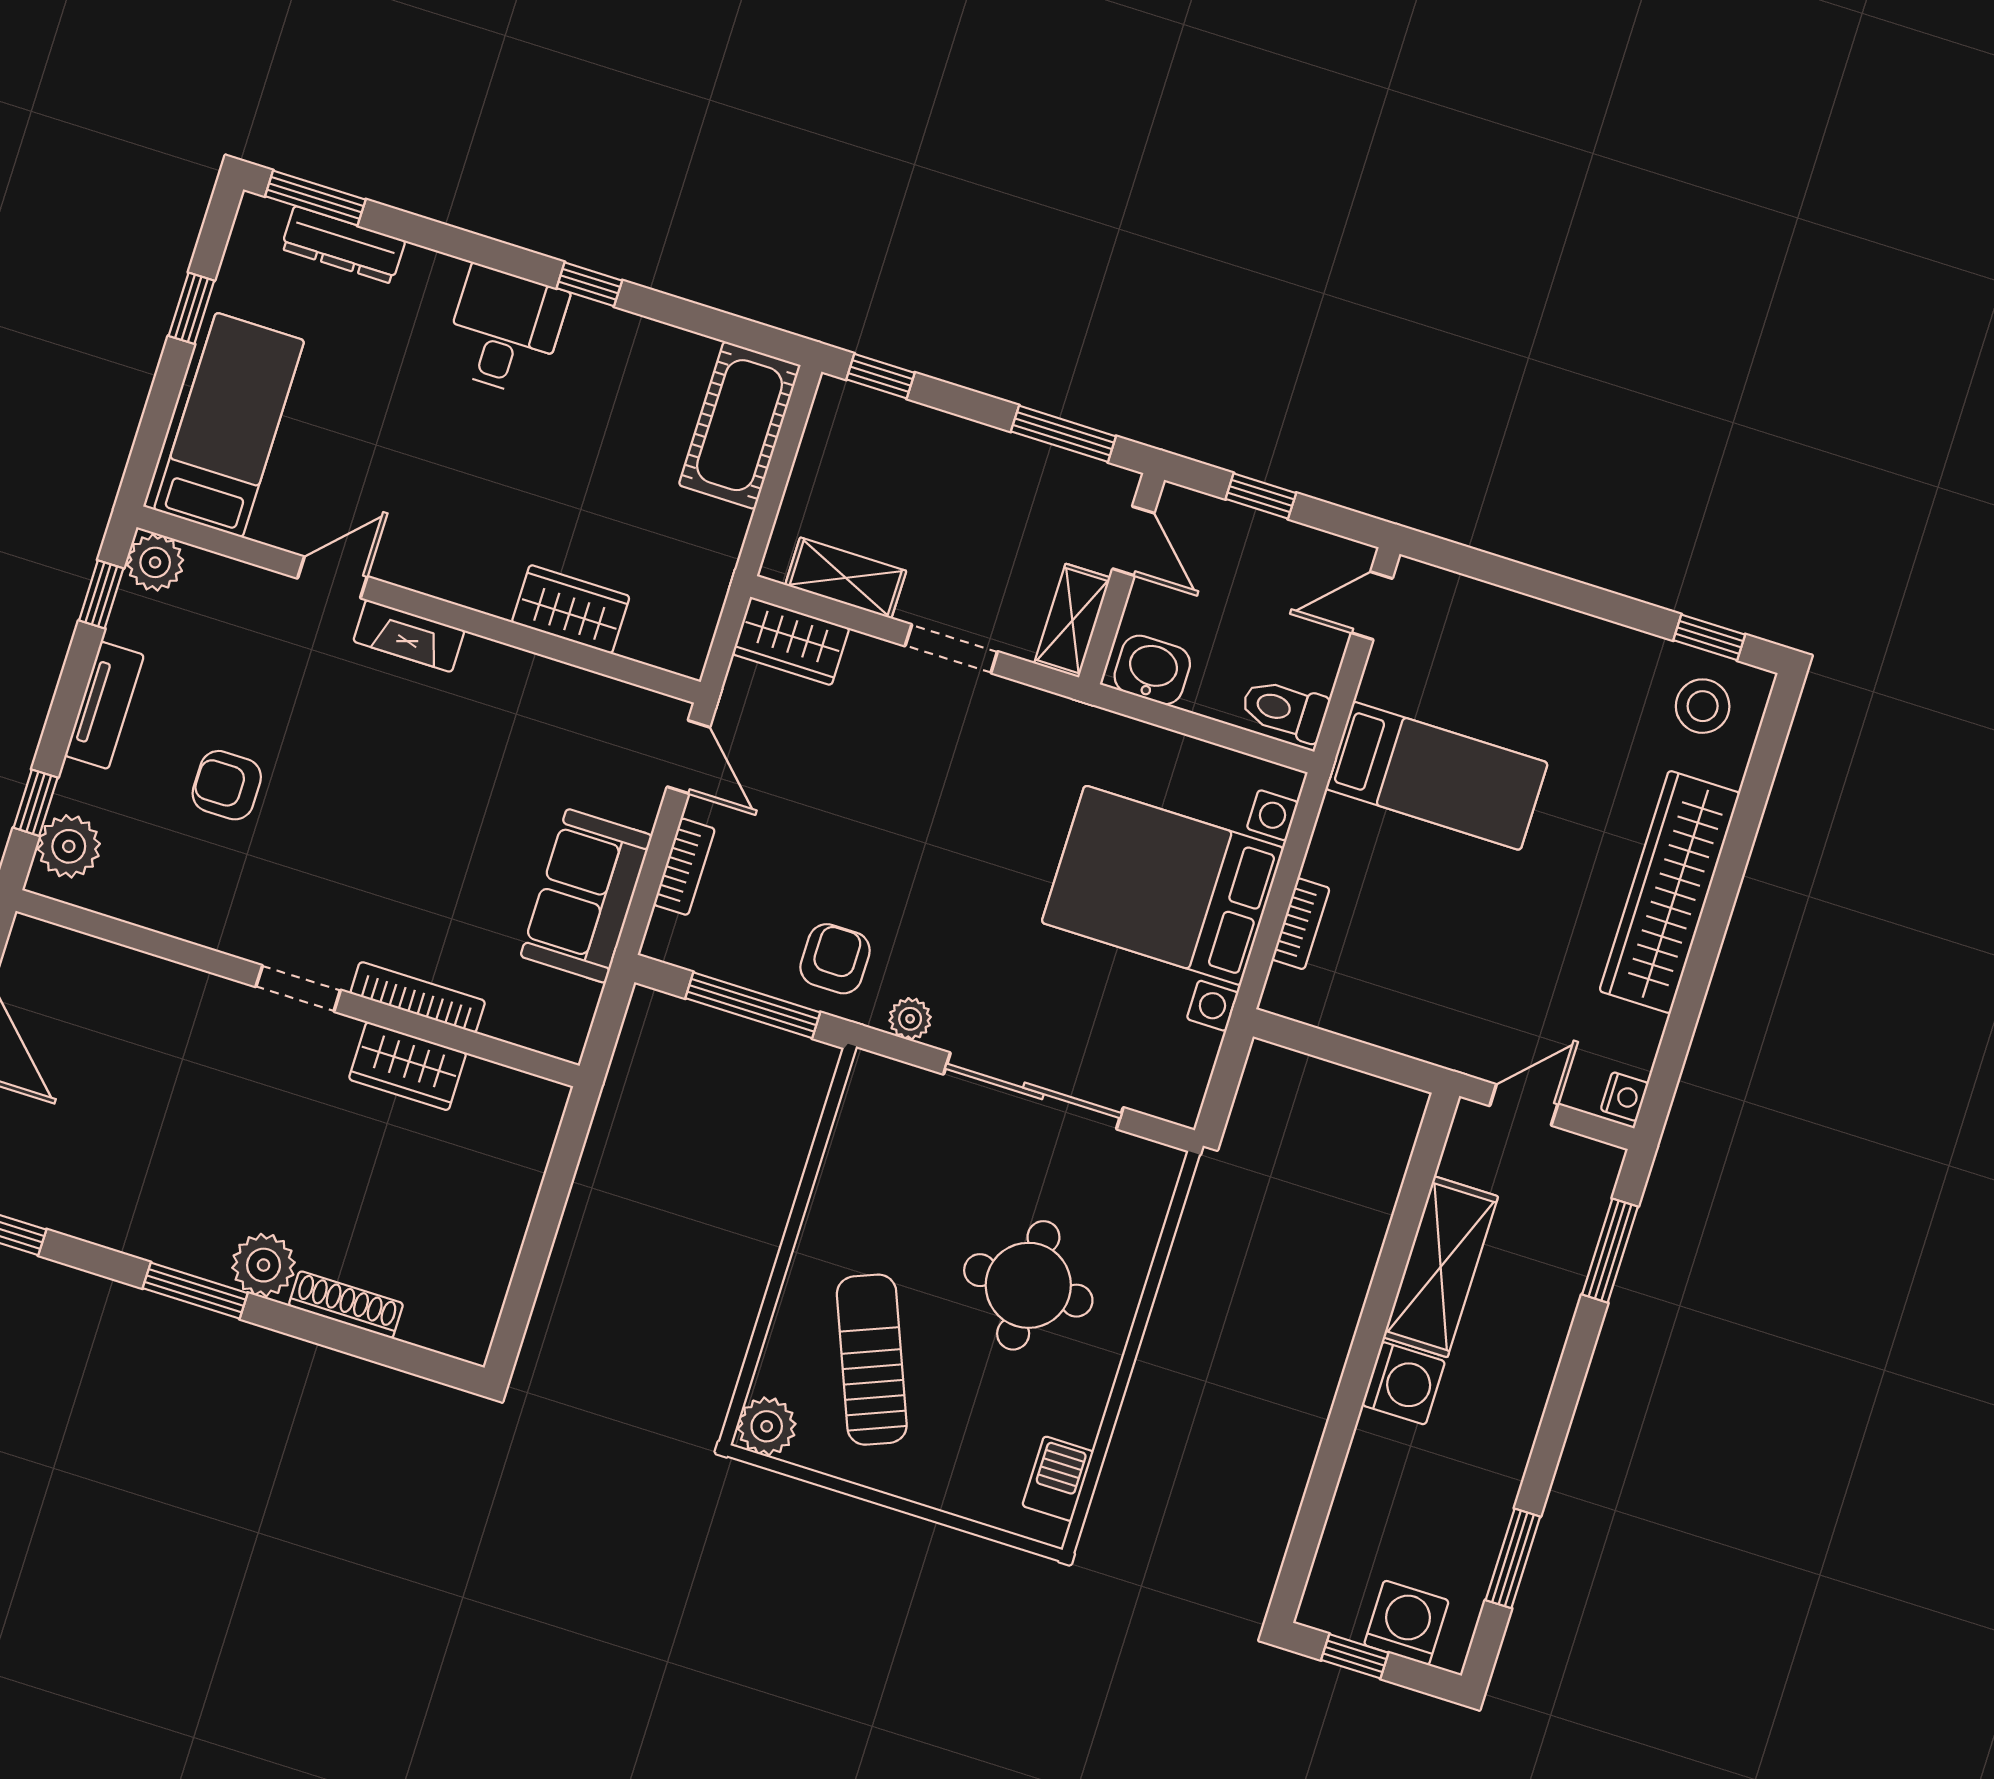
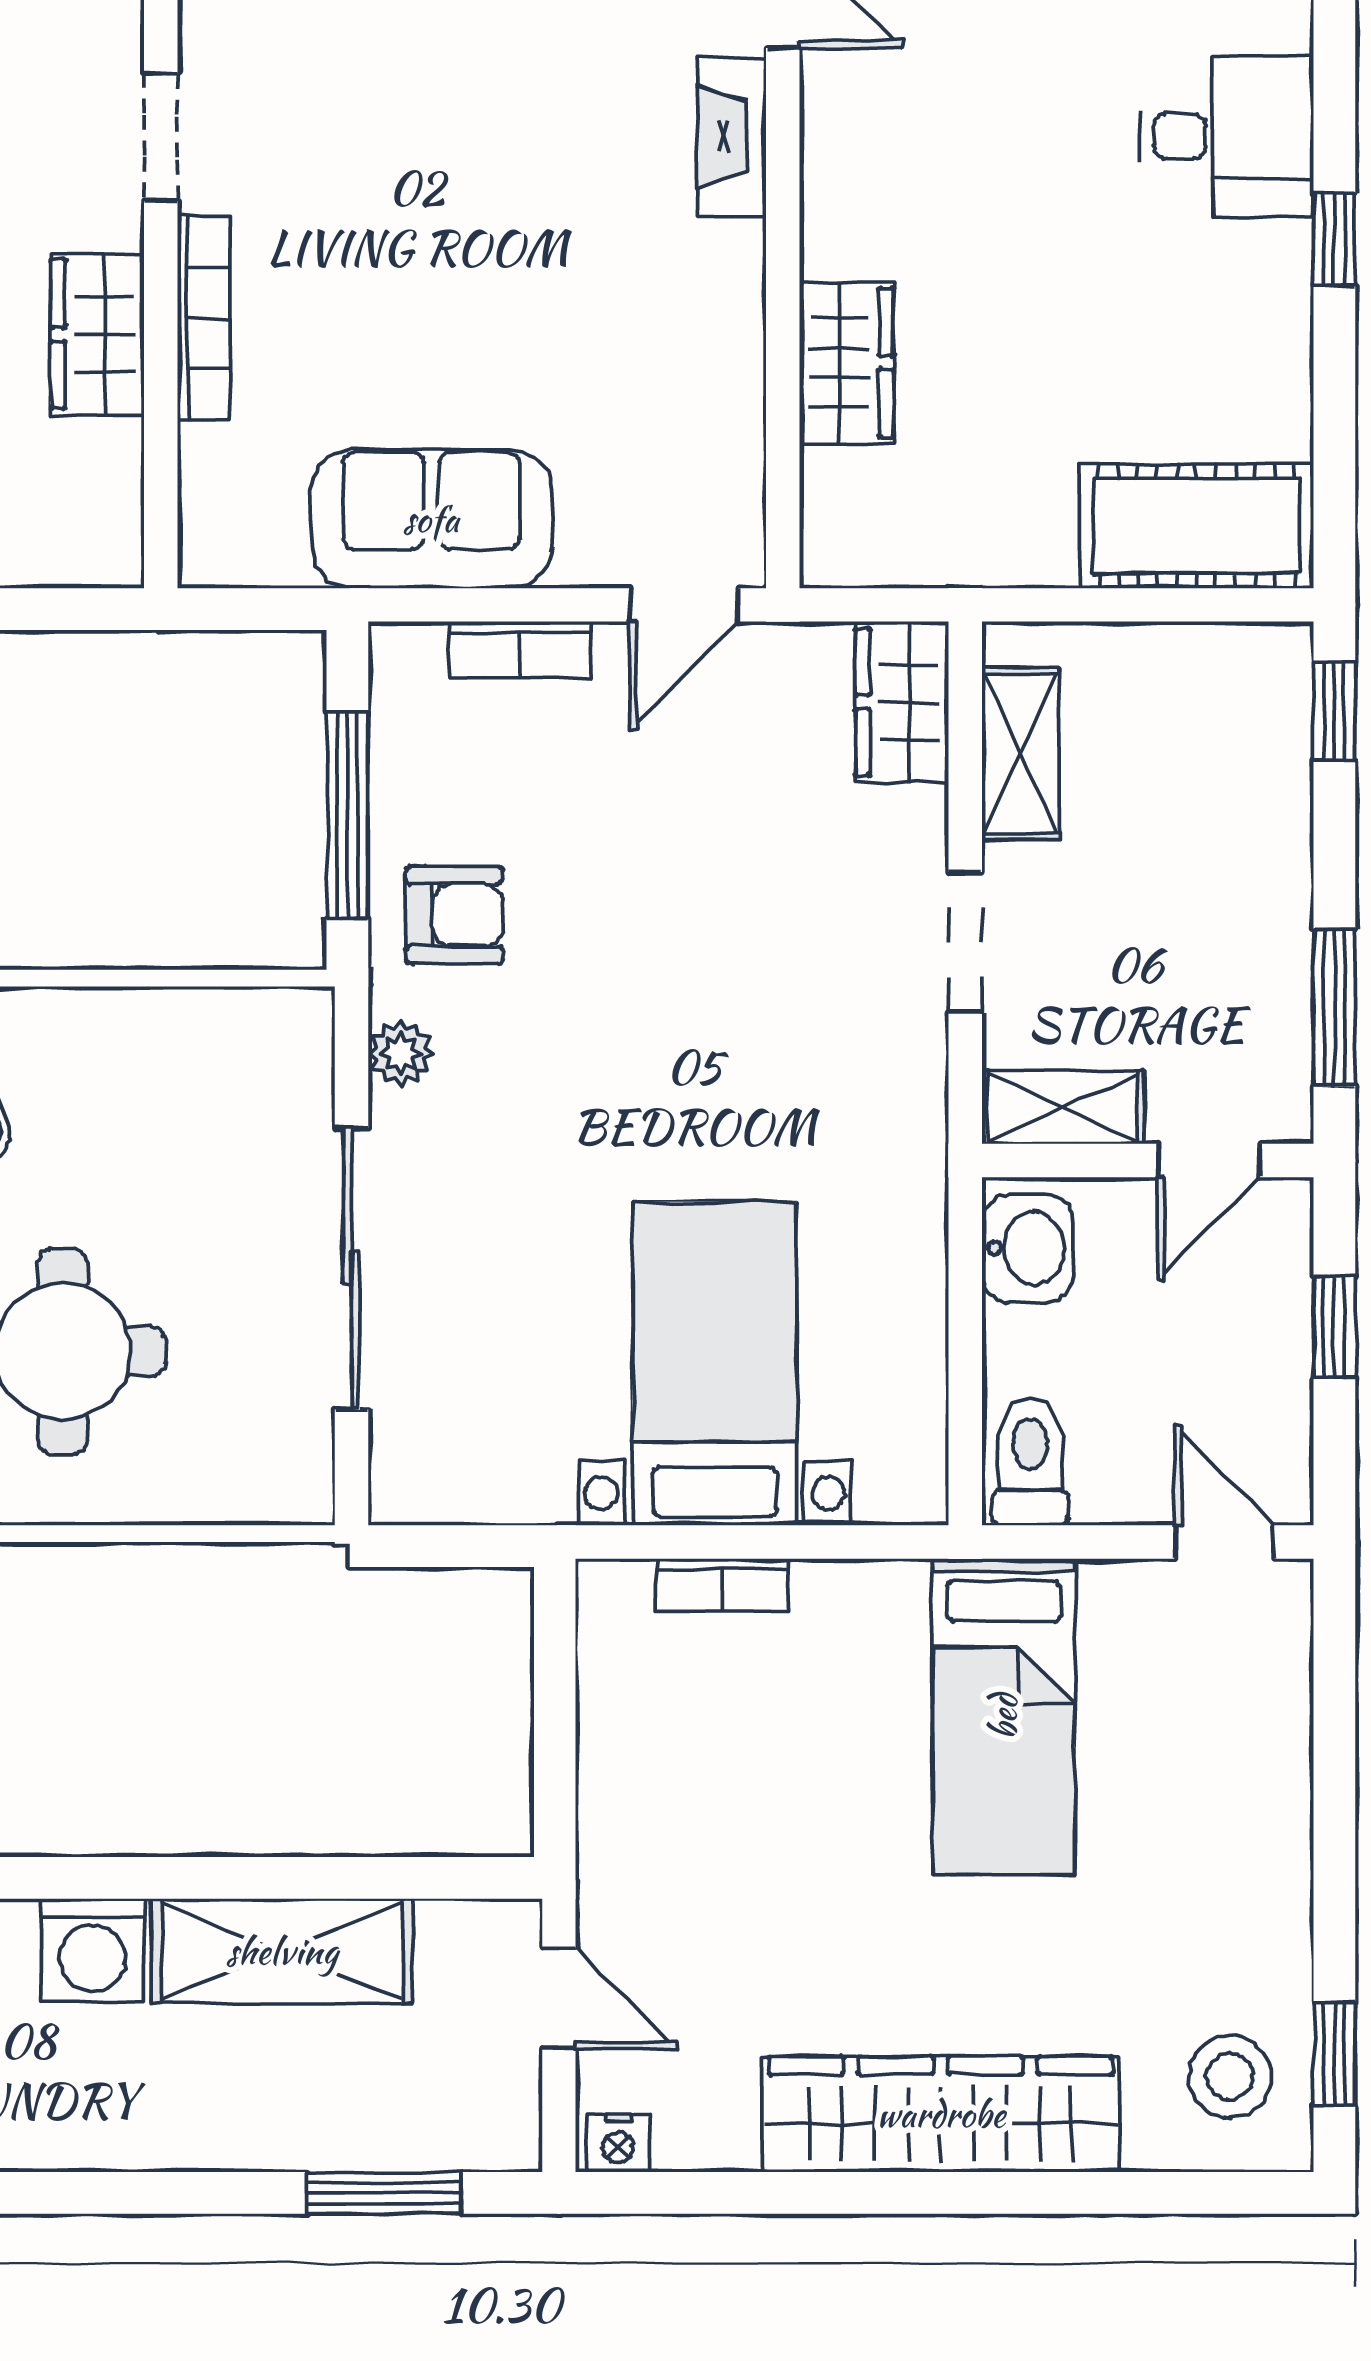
bed with nightstands: (1163, 885) -> (715, 1364), width x0.73

